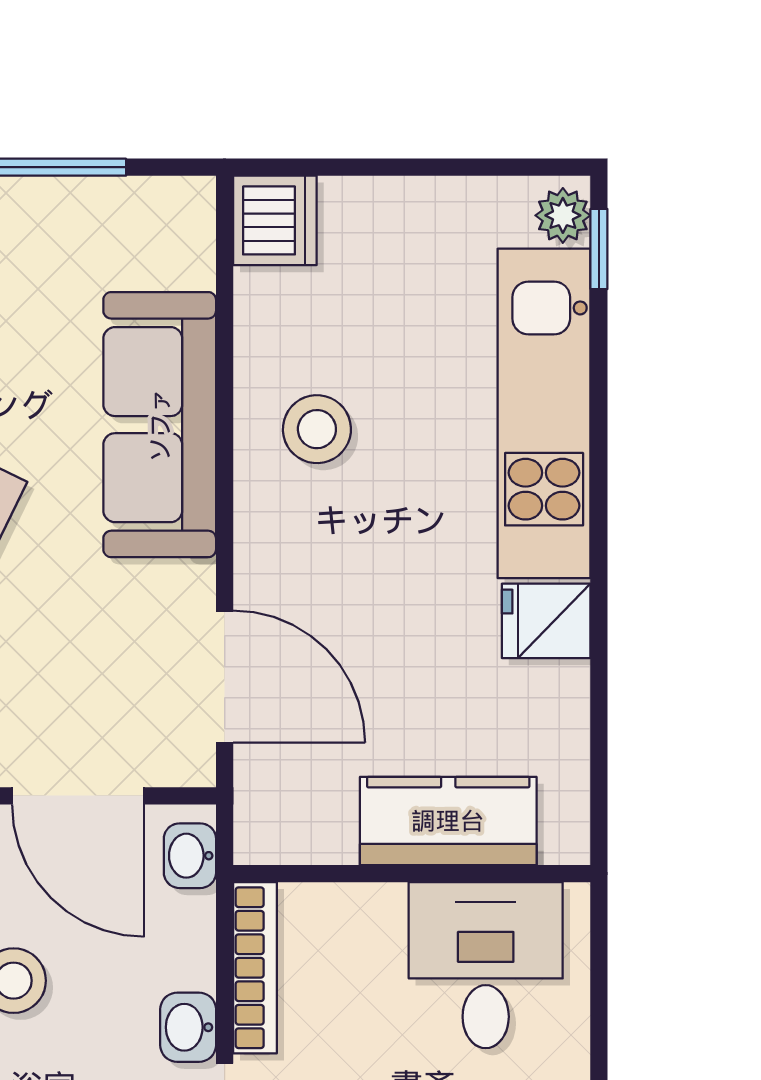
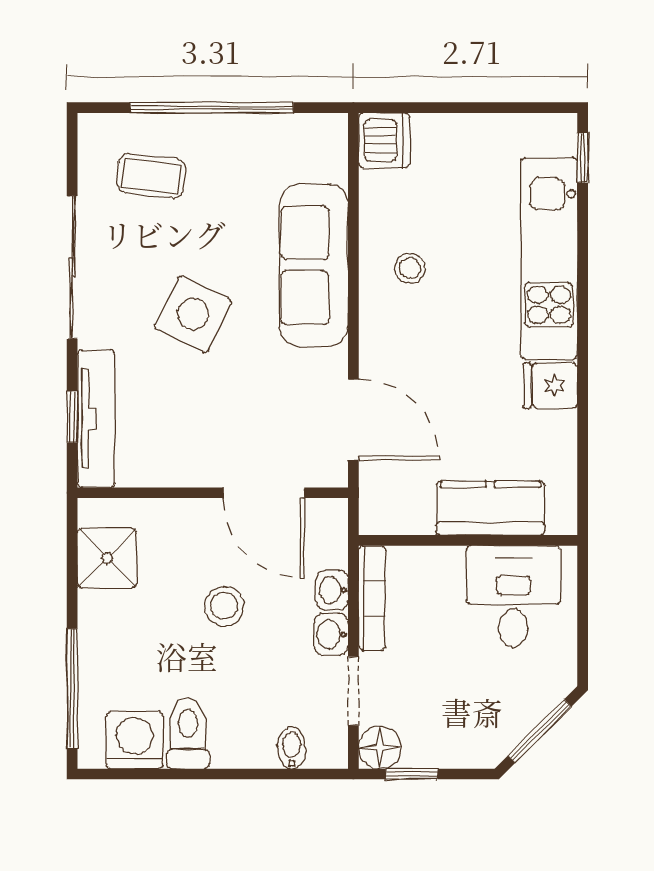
plant: (563, 215) -> (561, 137), removed
stool: (317, 429) -> (410, 268), width x0.73, depth x0.73
washbasin: (190, 856) -> (332, 590), moved

